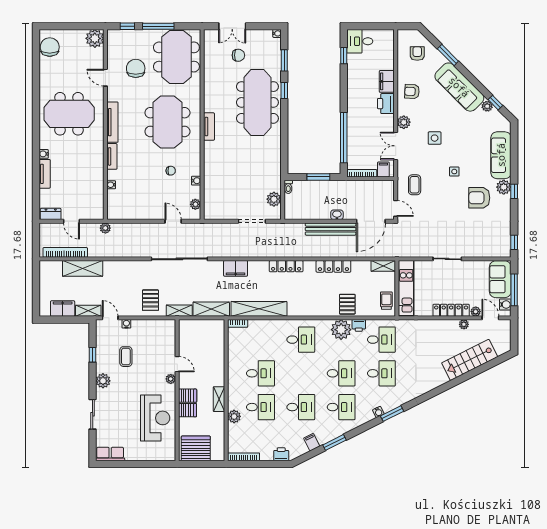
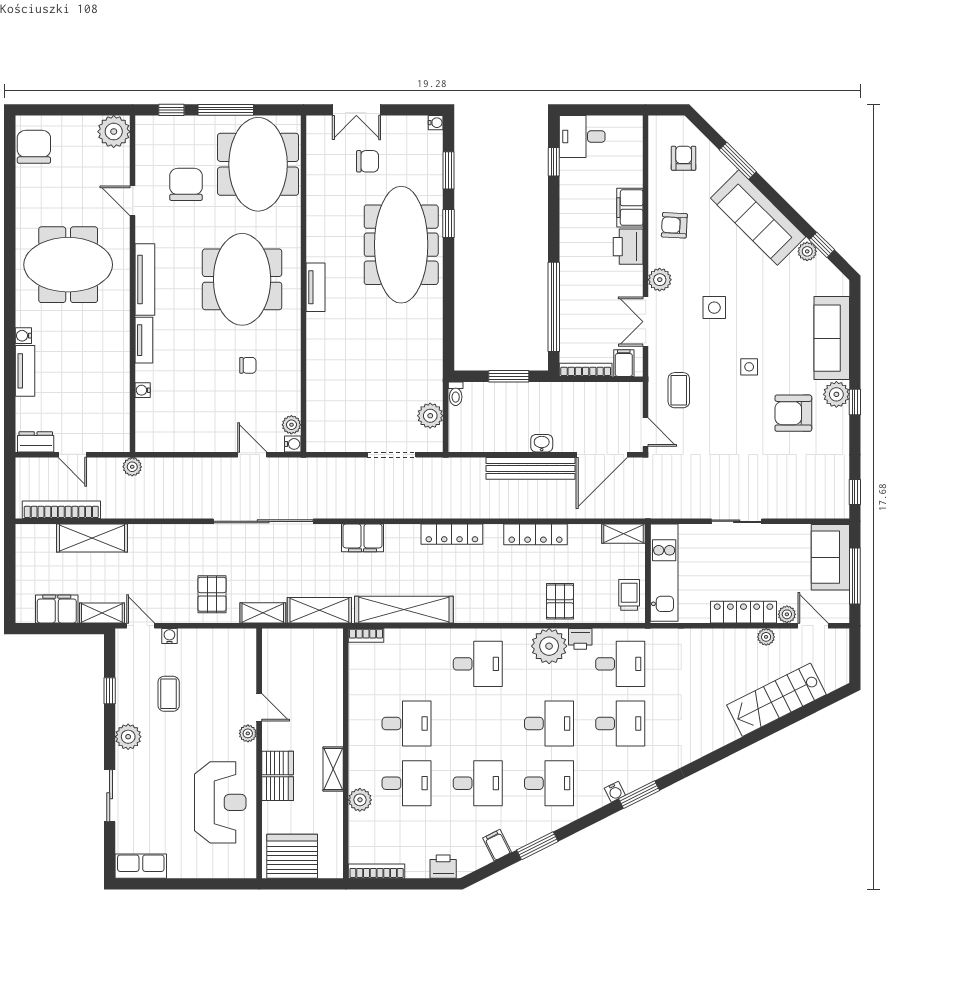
water cooler: (196, 181) -> (293, 444), moved
water cooler: (505, 305) -> (839, 602), removed

